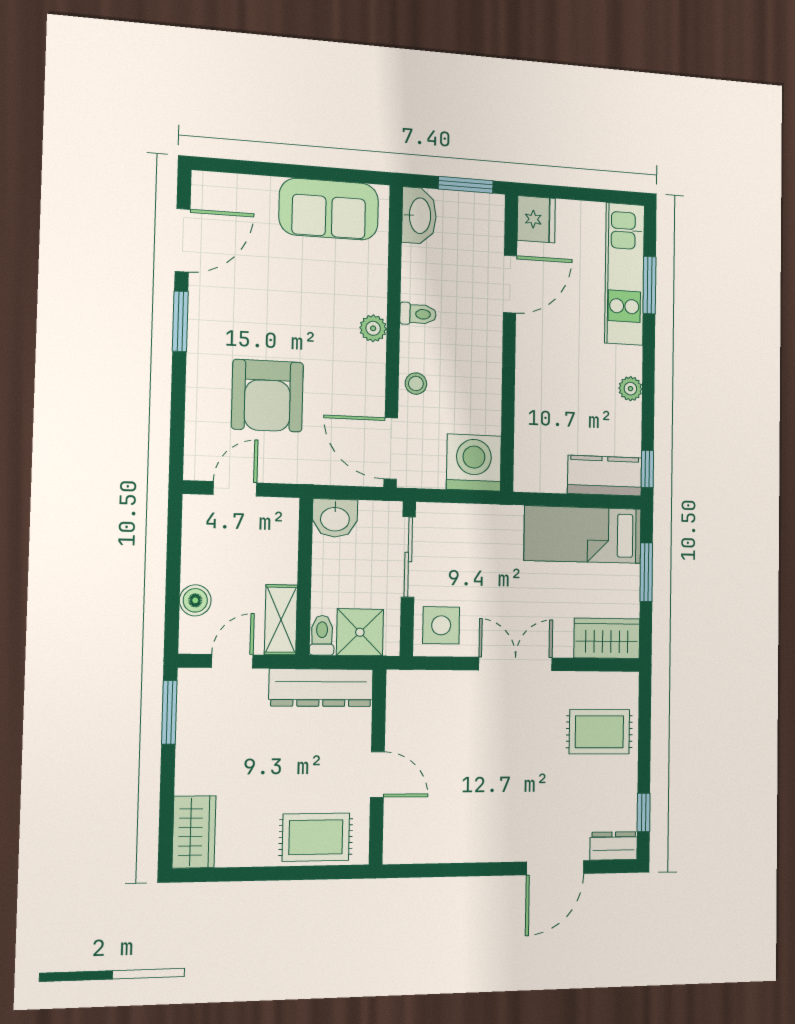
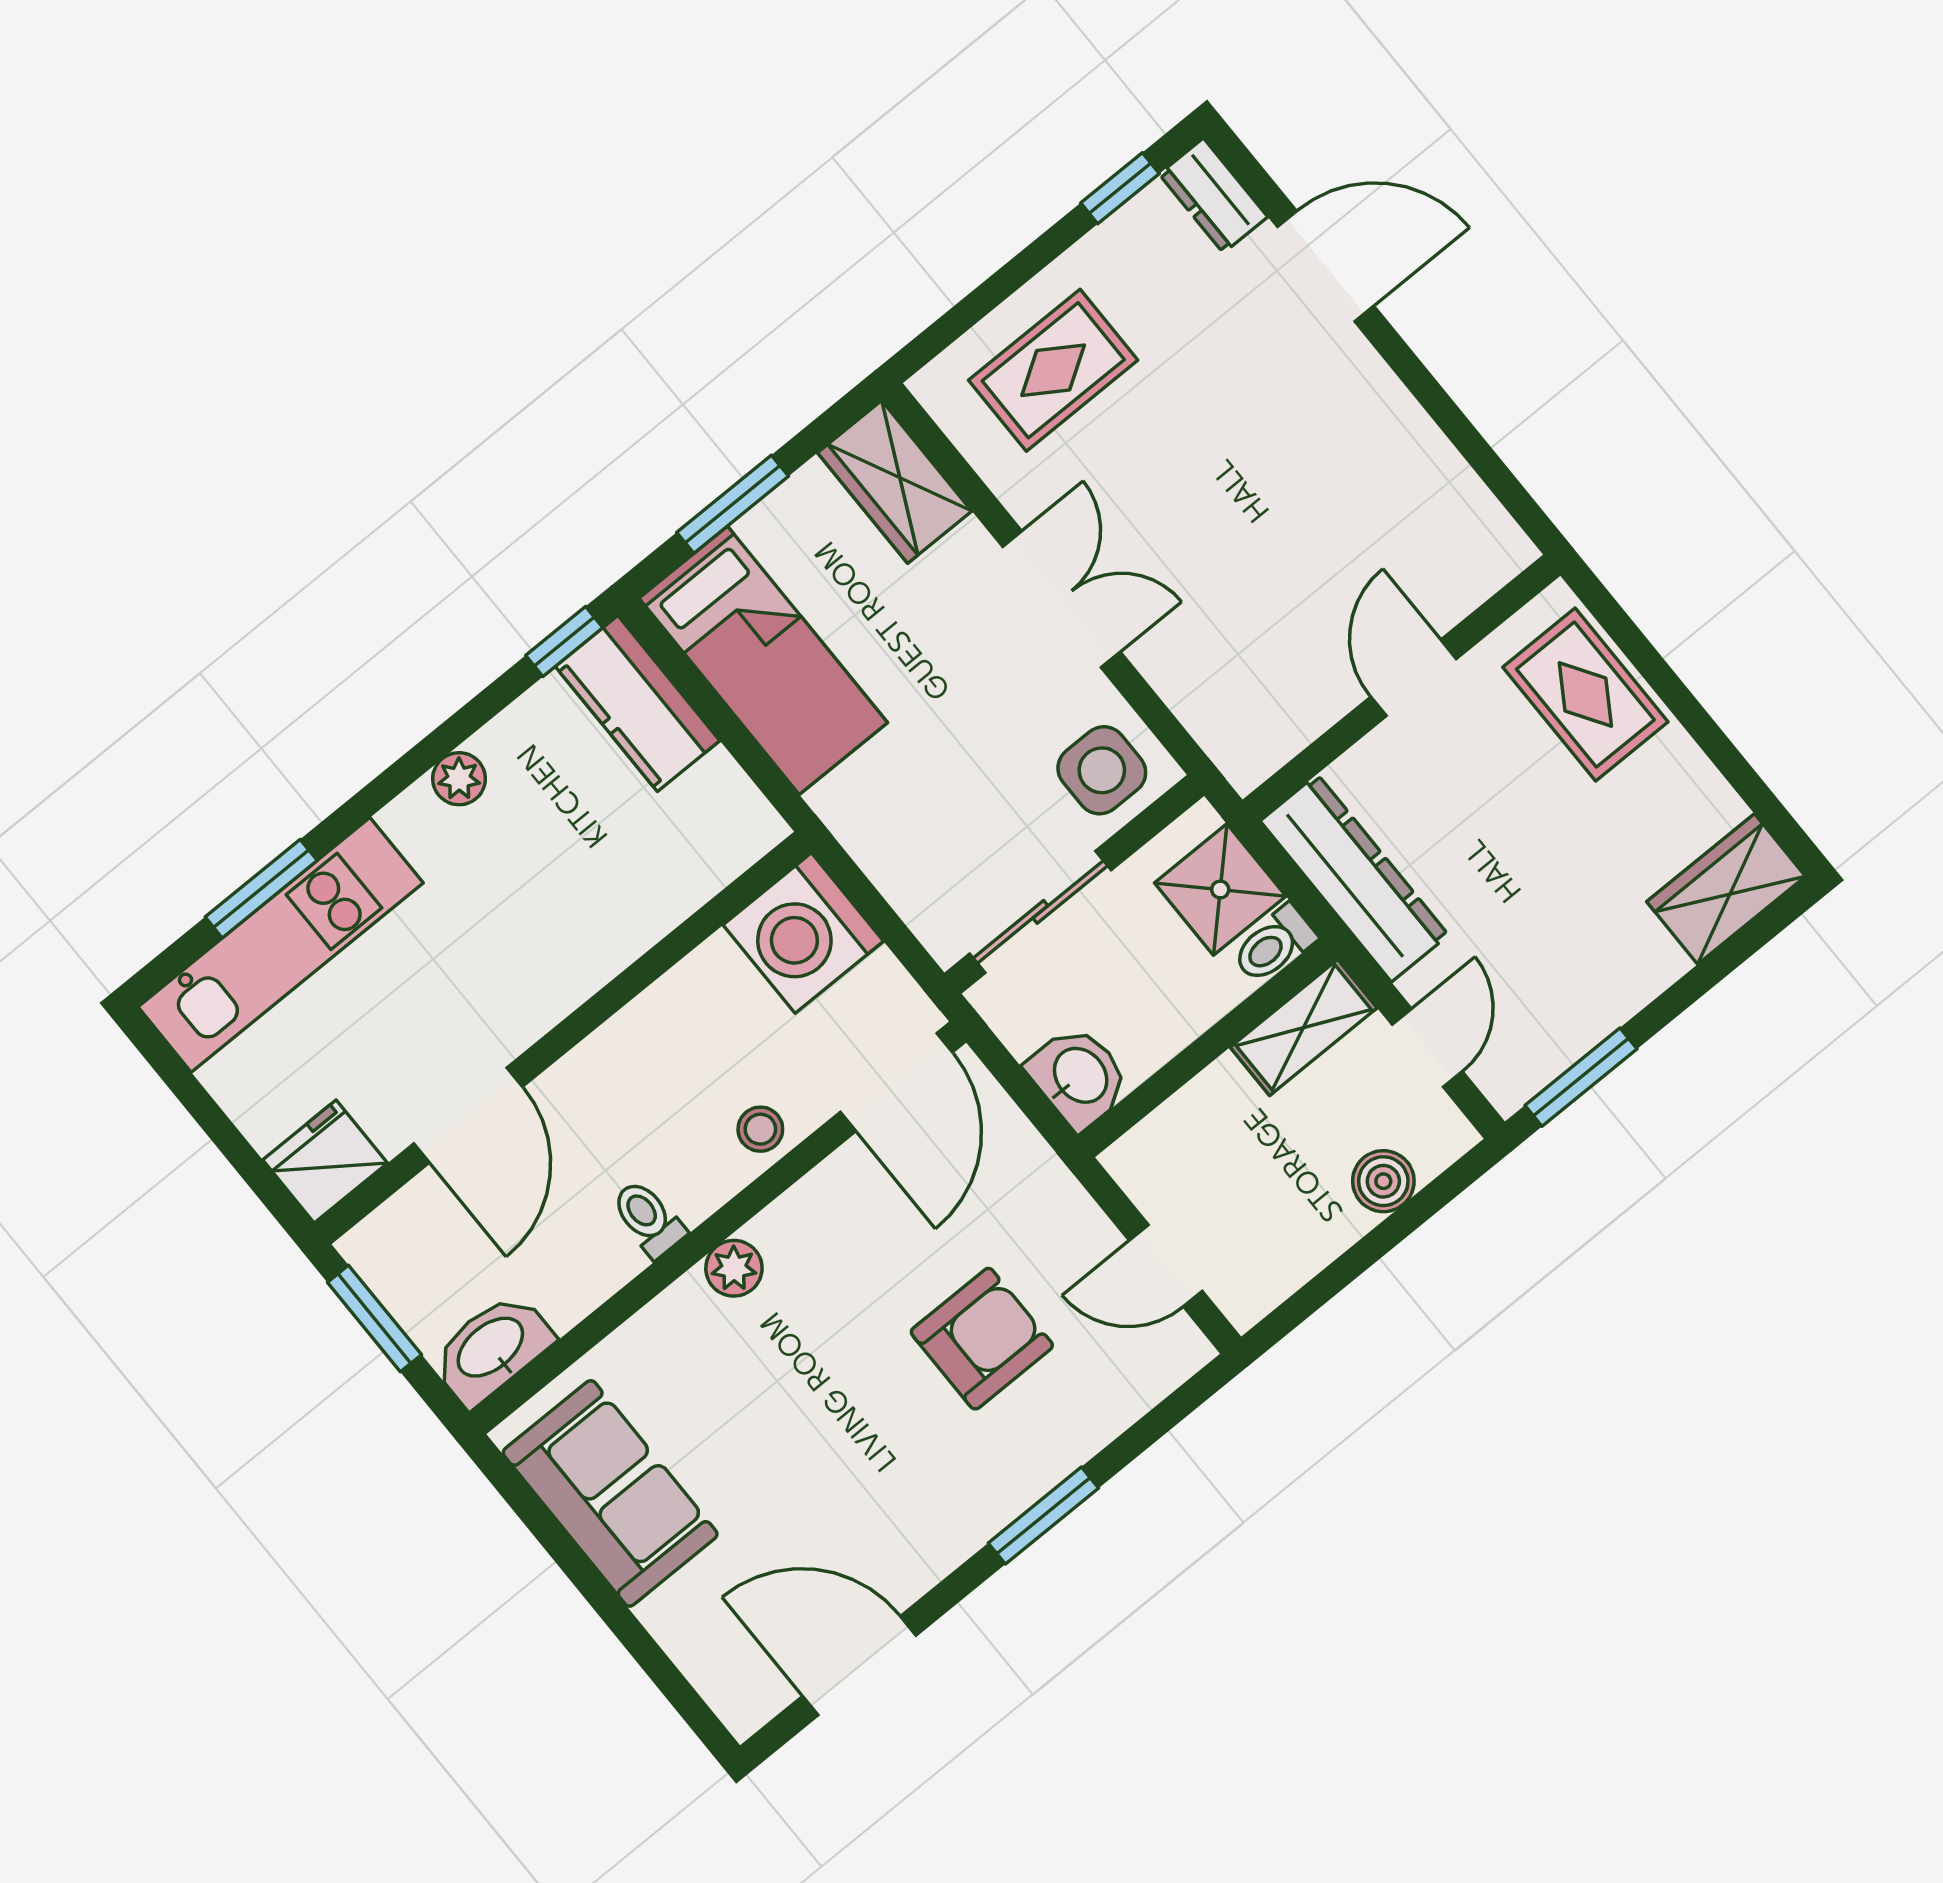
door: (510, 284) -> (468, 1115), swing flipped
window: (180, 321) -> (1043, 1516), moved
armchair: (267, 396) -> (982, 1339), width x0.73, depth x0.73
door: (232, 661) -> (1427, 1048), swing flipped
double door: (516, 664) -> (1061, 599), swing flipped
rug: (599, 732) -> (1053, 370), turned 90

